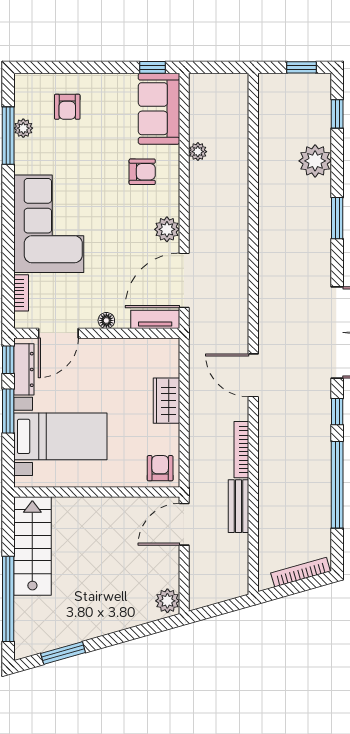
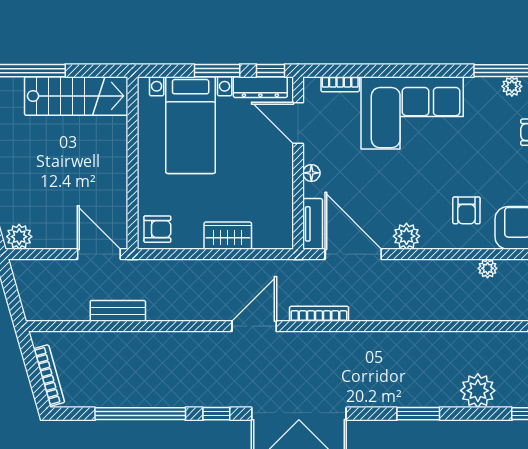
bookcase: (241, 450) -> (319, 314), moved

